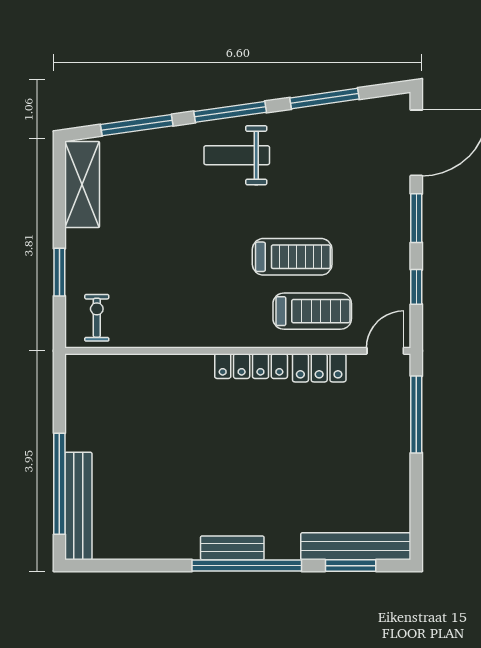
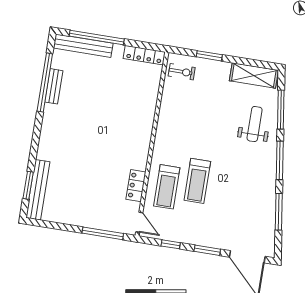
weight bench: (237, 155) -> (255, 124), moved
locker: (251, 366) -> (144, 55), moved, turned -90
bench: (232, 548) -> (54, 86), moved
window: (247, 566) -> (45, 83), moved

